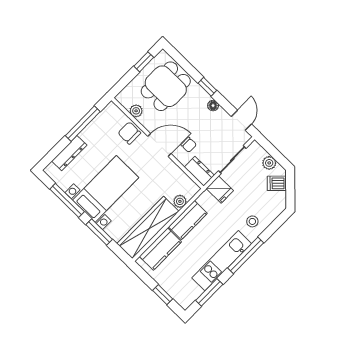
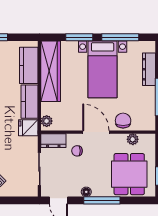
window: (207, 87) -> (102, 200), width x2.17
chair: (129, 133) -> (123, 121), turned -90
door: (159, 145) -> (96, 132), swing flipped
plant: (269, 163) -> (13, 191), removed
fridge: (220, 190) -> (28, 128), moved
plant: (180, 201) -> (47, 121), moved

